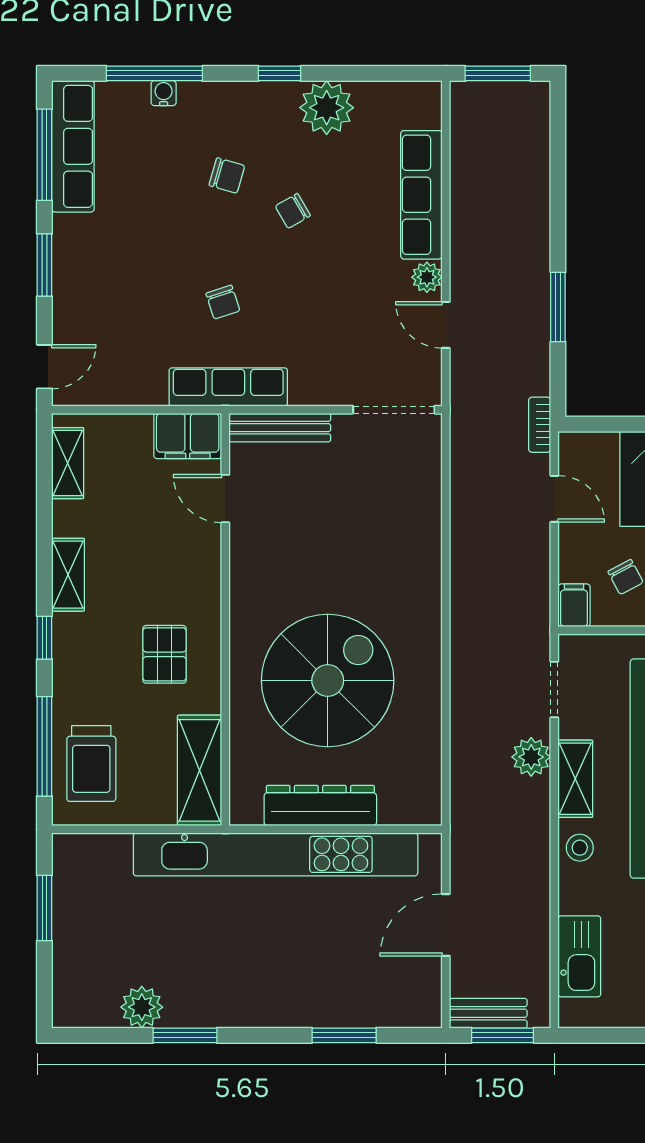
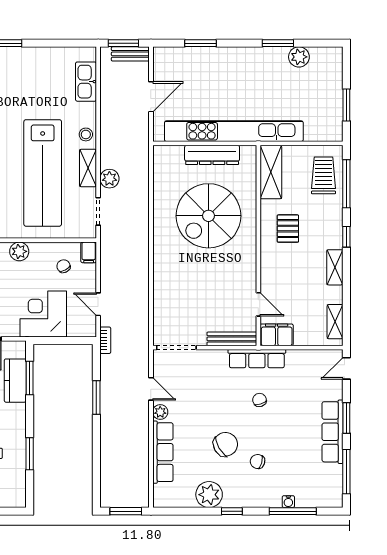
row of seats: (73, 146) -> (332, 432), moved
chair: (293, 211) -> (225, 444), width x1.87, depth x1.87

